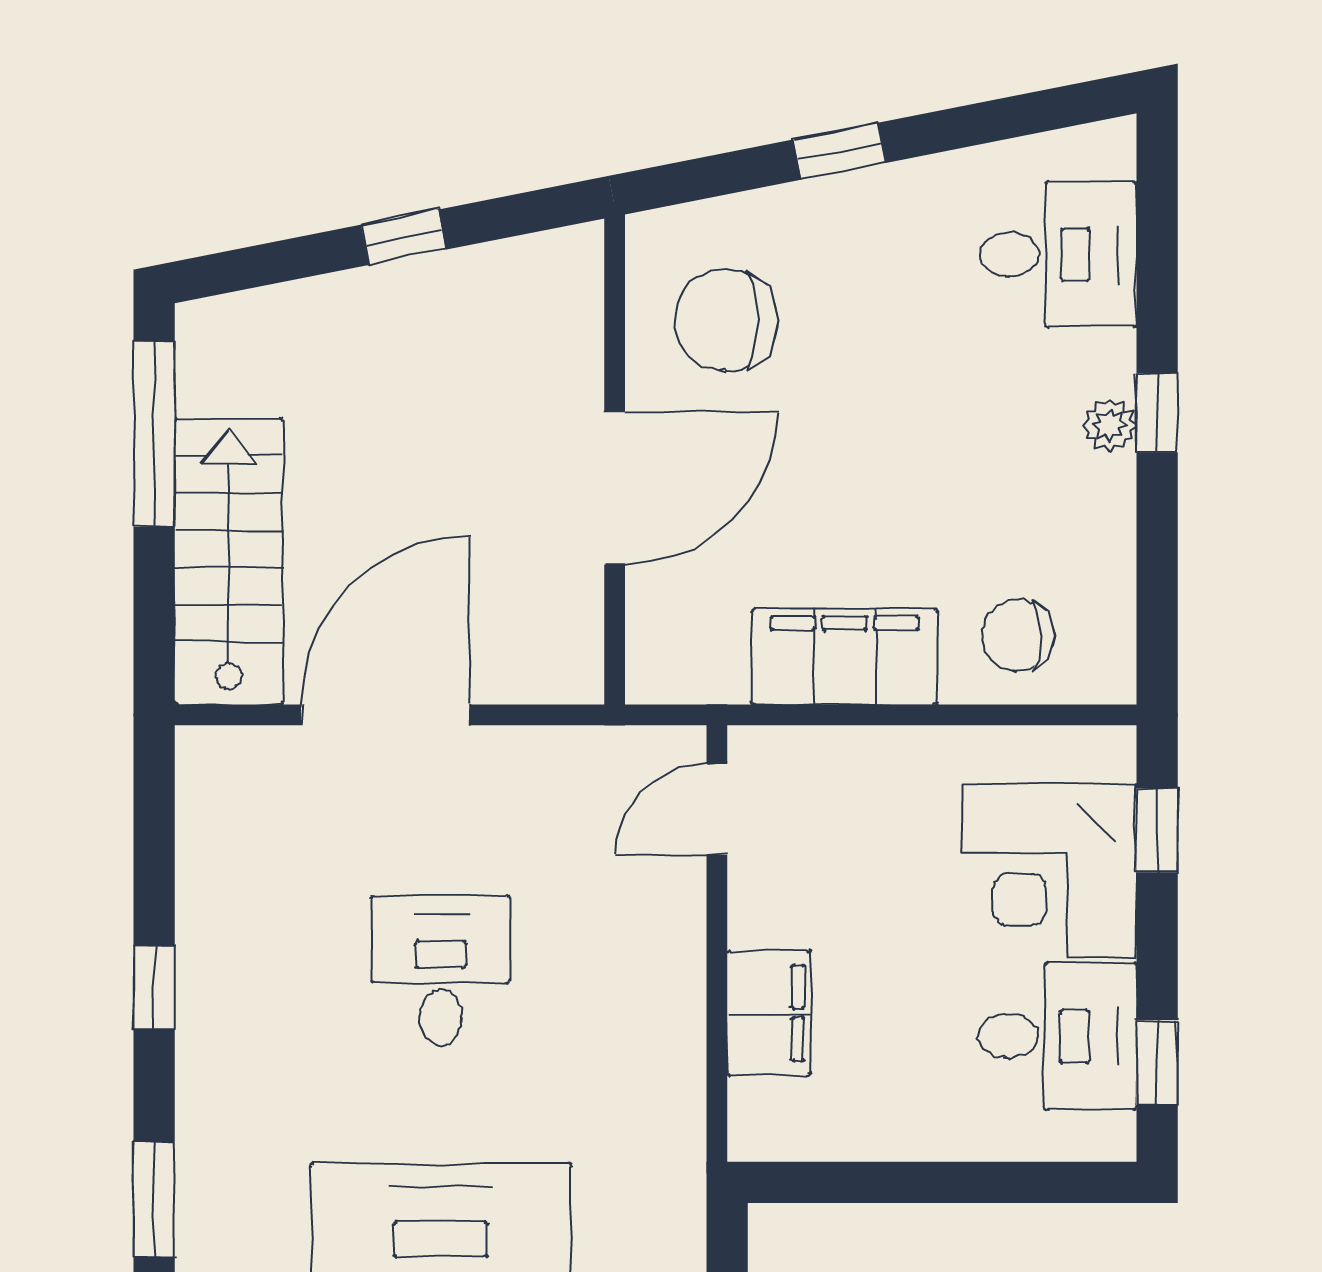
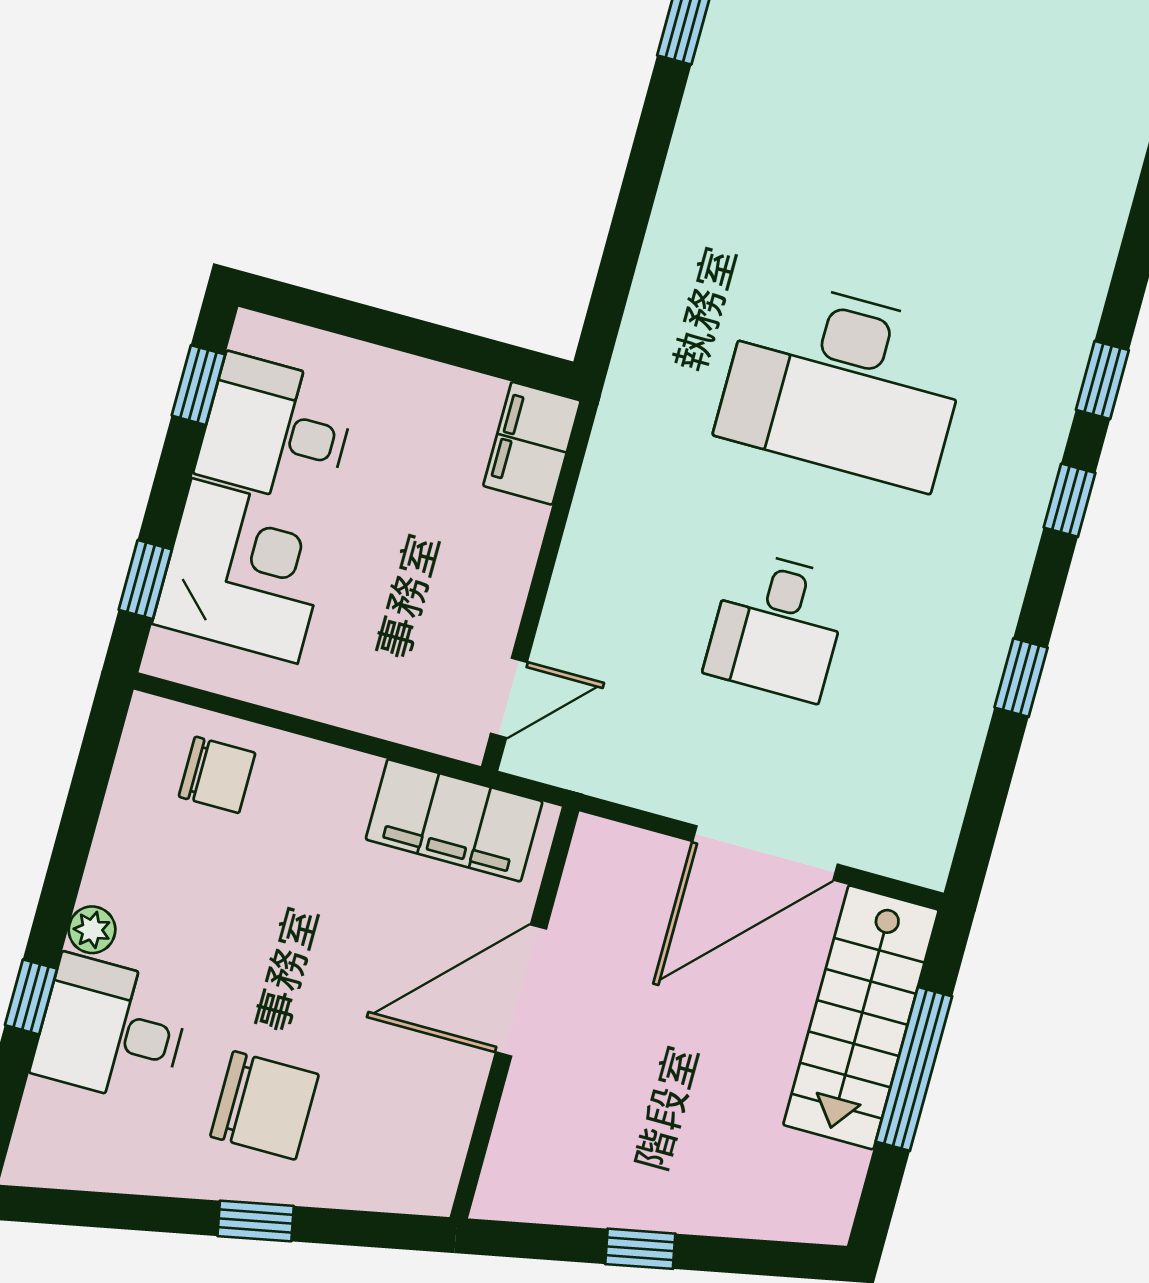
desk: (1058, 254) -> (111, 1030), moved
chair: (726, 320) -> (264, 1105), moved
window: (1157, 413) -> (31, 997), moved
window: (154, 434) -> (914, 1069), moved
filing cabinet: (845, 657) -> (454, 820), moved
filing cabinet: (769, 1013) -> (532, 443), moved
window: (154, 1200) -> (1070, 500), width x0.67

